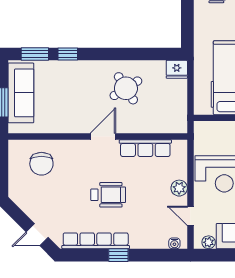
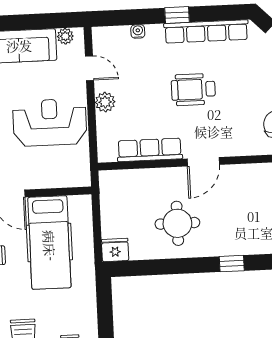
window: (68, 54) -> (232, 264), moved
round table: (126, 88) -> (177, 223), turned 32
water cooler: (174, 243) -> (138, 31), moved

